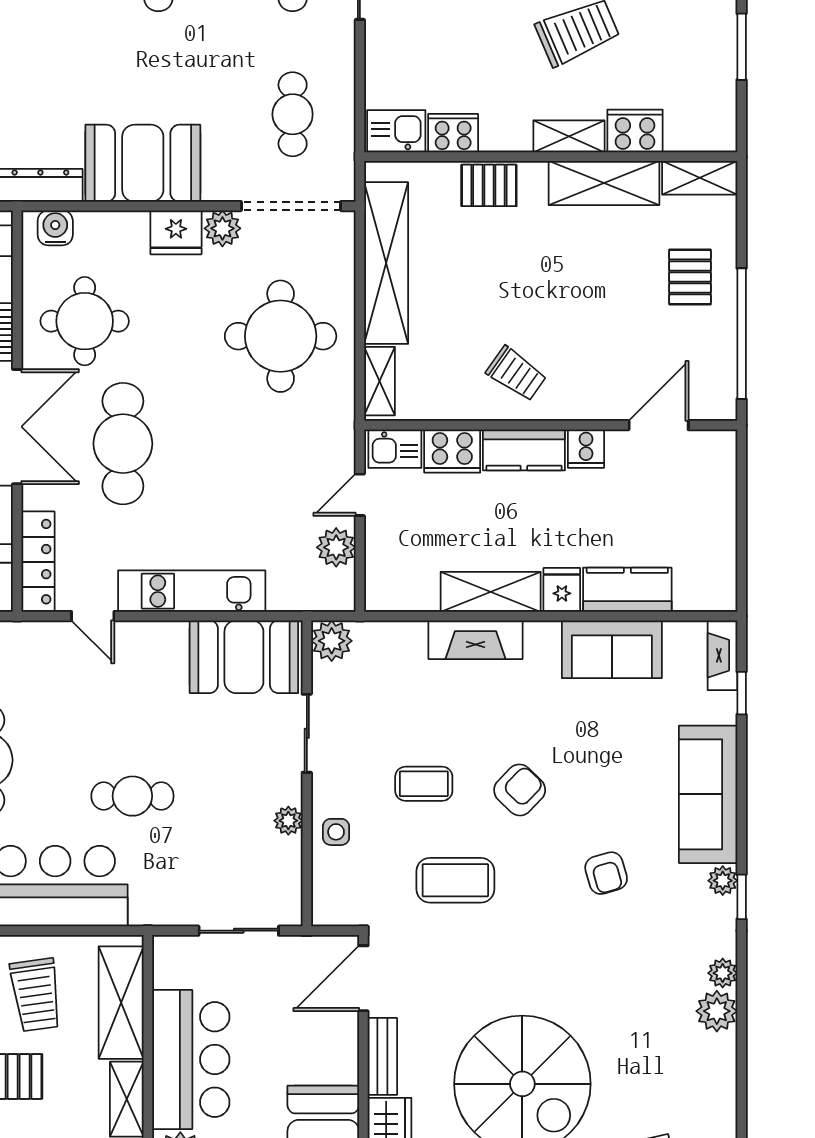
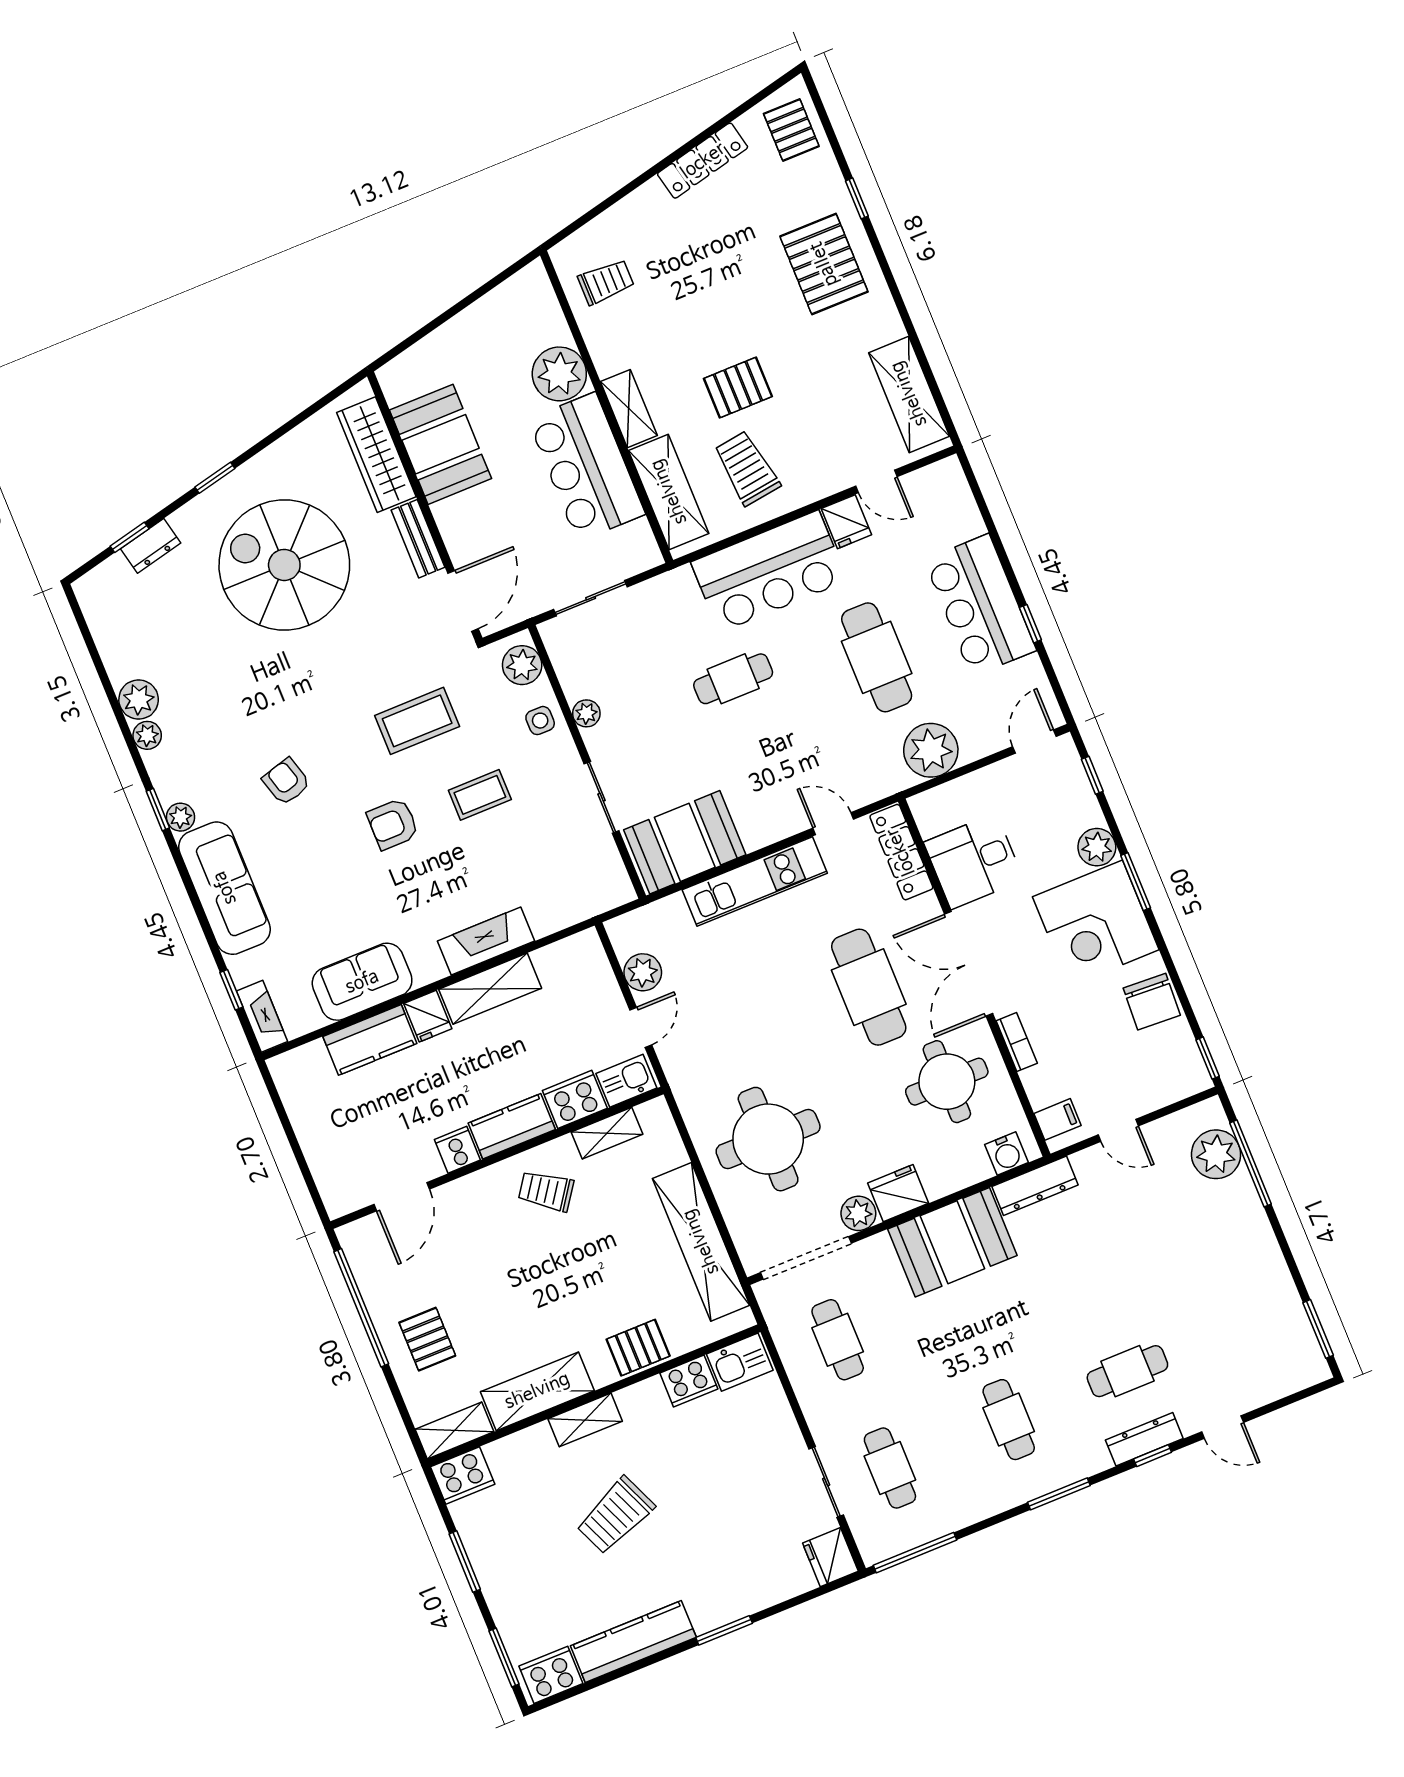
cooker: (635, 131) -> (463, 1476), moved
shelving: (380, 381) -> (607, 1133), moved, turned 90
plant: (332, 641) -> (522, 665), moved
armchair: (520, 790) -> (393, 824), turned 46

